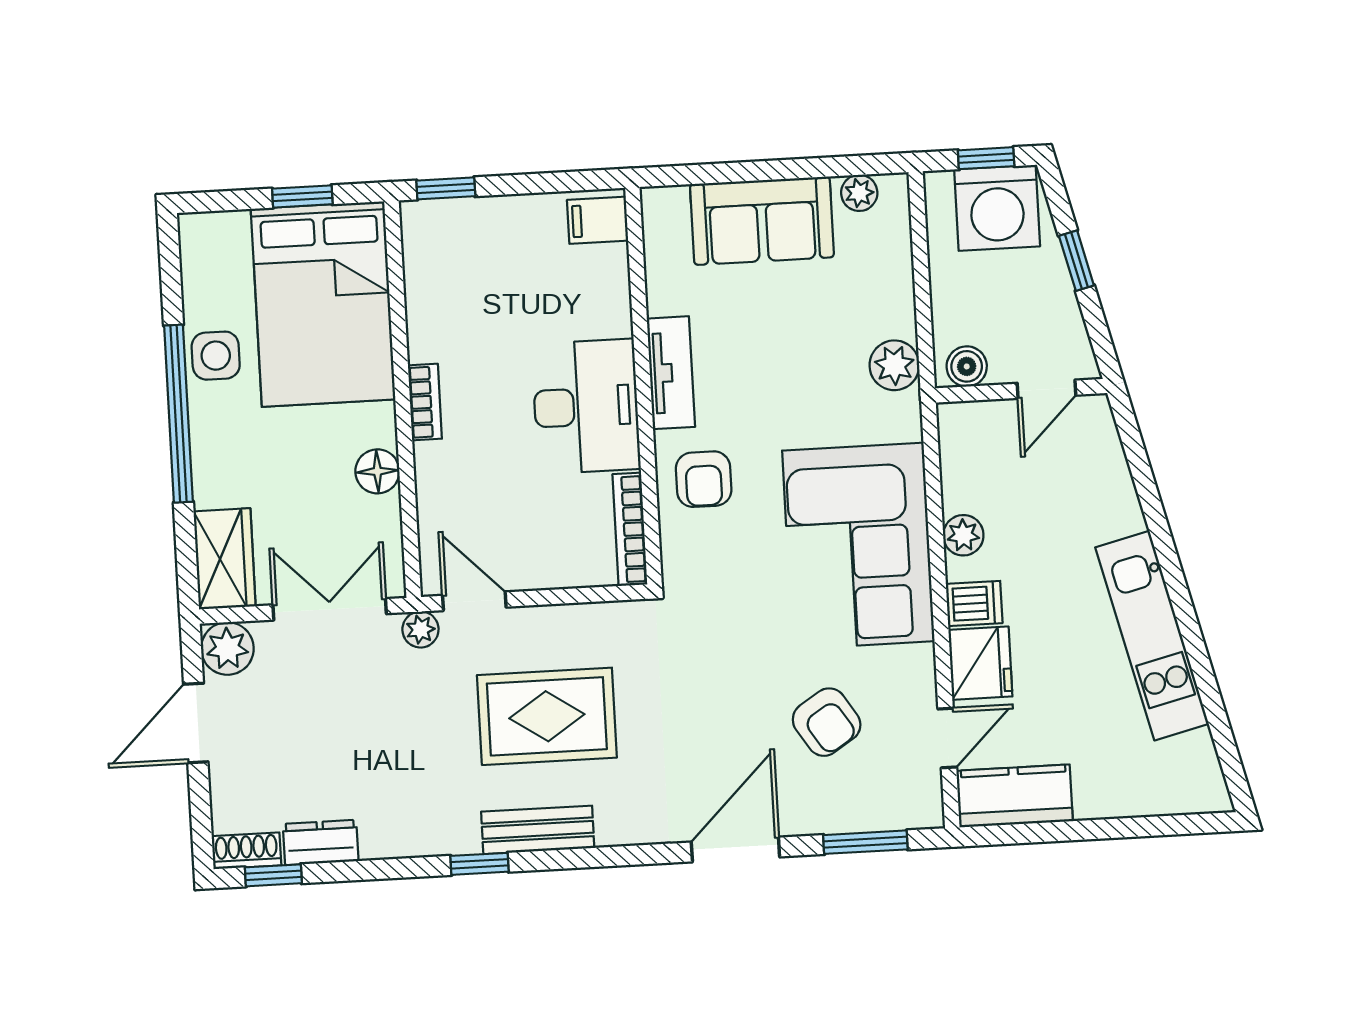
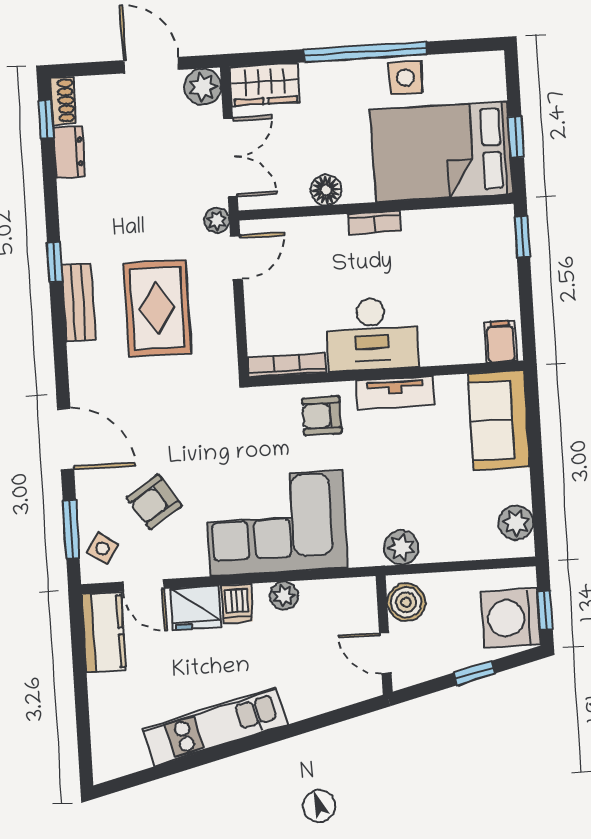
plant: (859, 193) -> (516, 523), width x1.38, depth x1.38
sofa: (762, 221) -> (499, 420), moved
boiler: (967, 366) -> (406, 602), width x1.36, depth x1.36
side table: (894, 797) -> (103, 548), added

